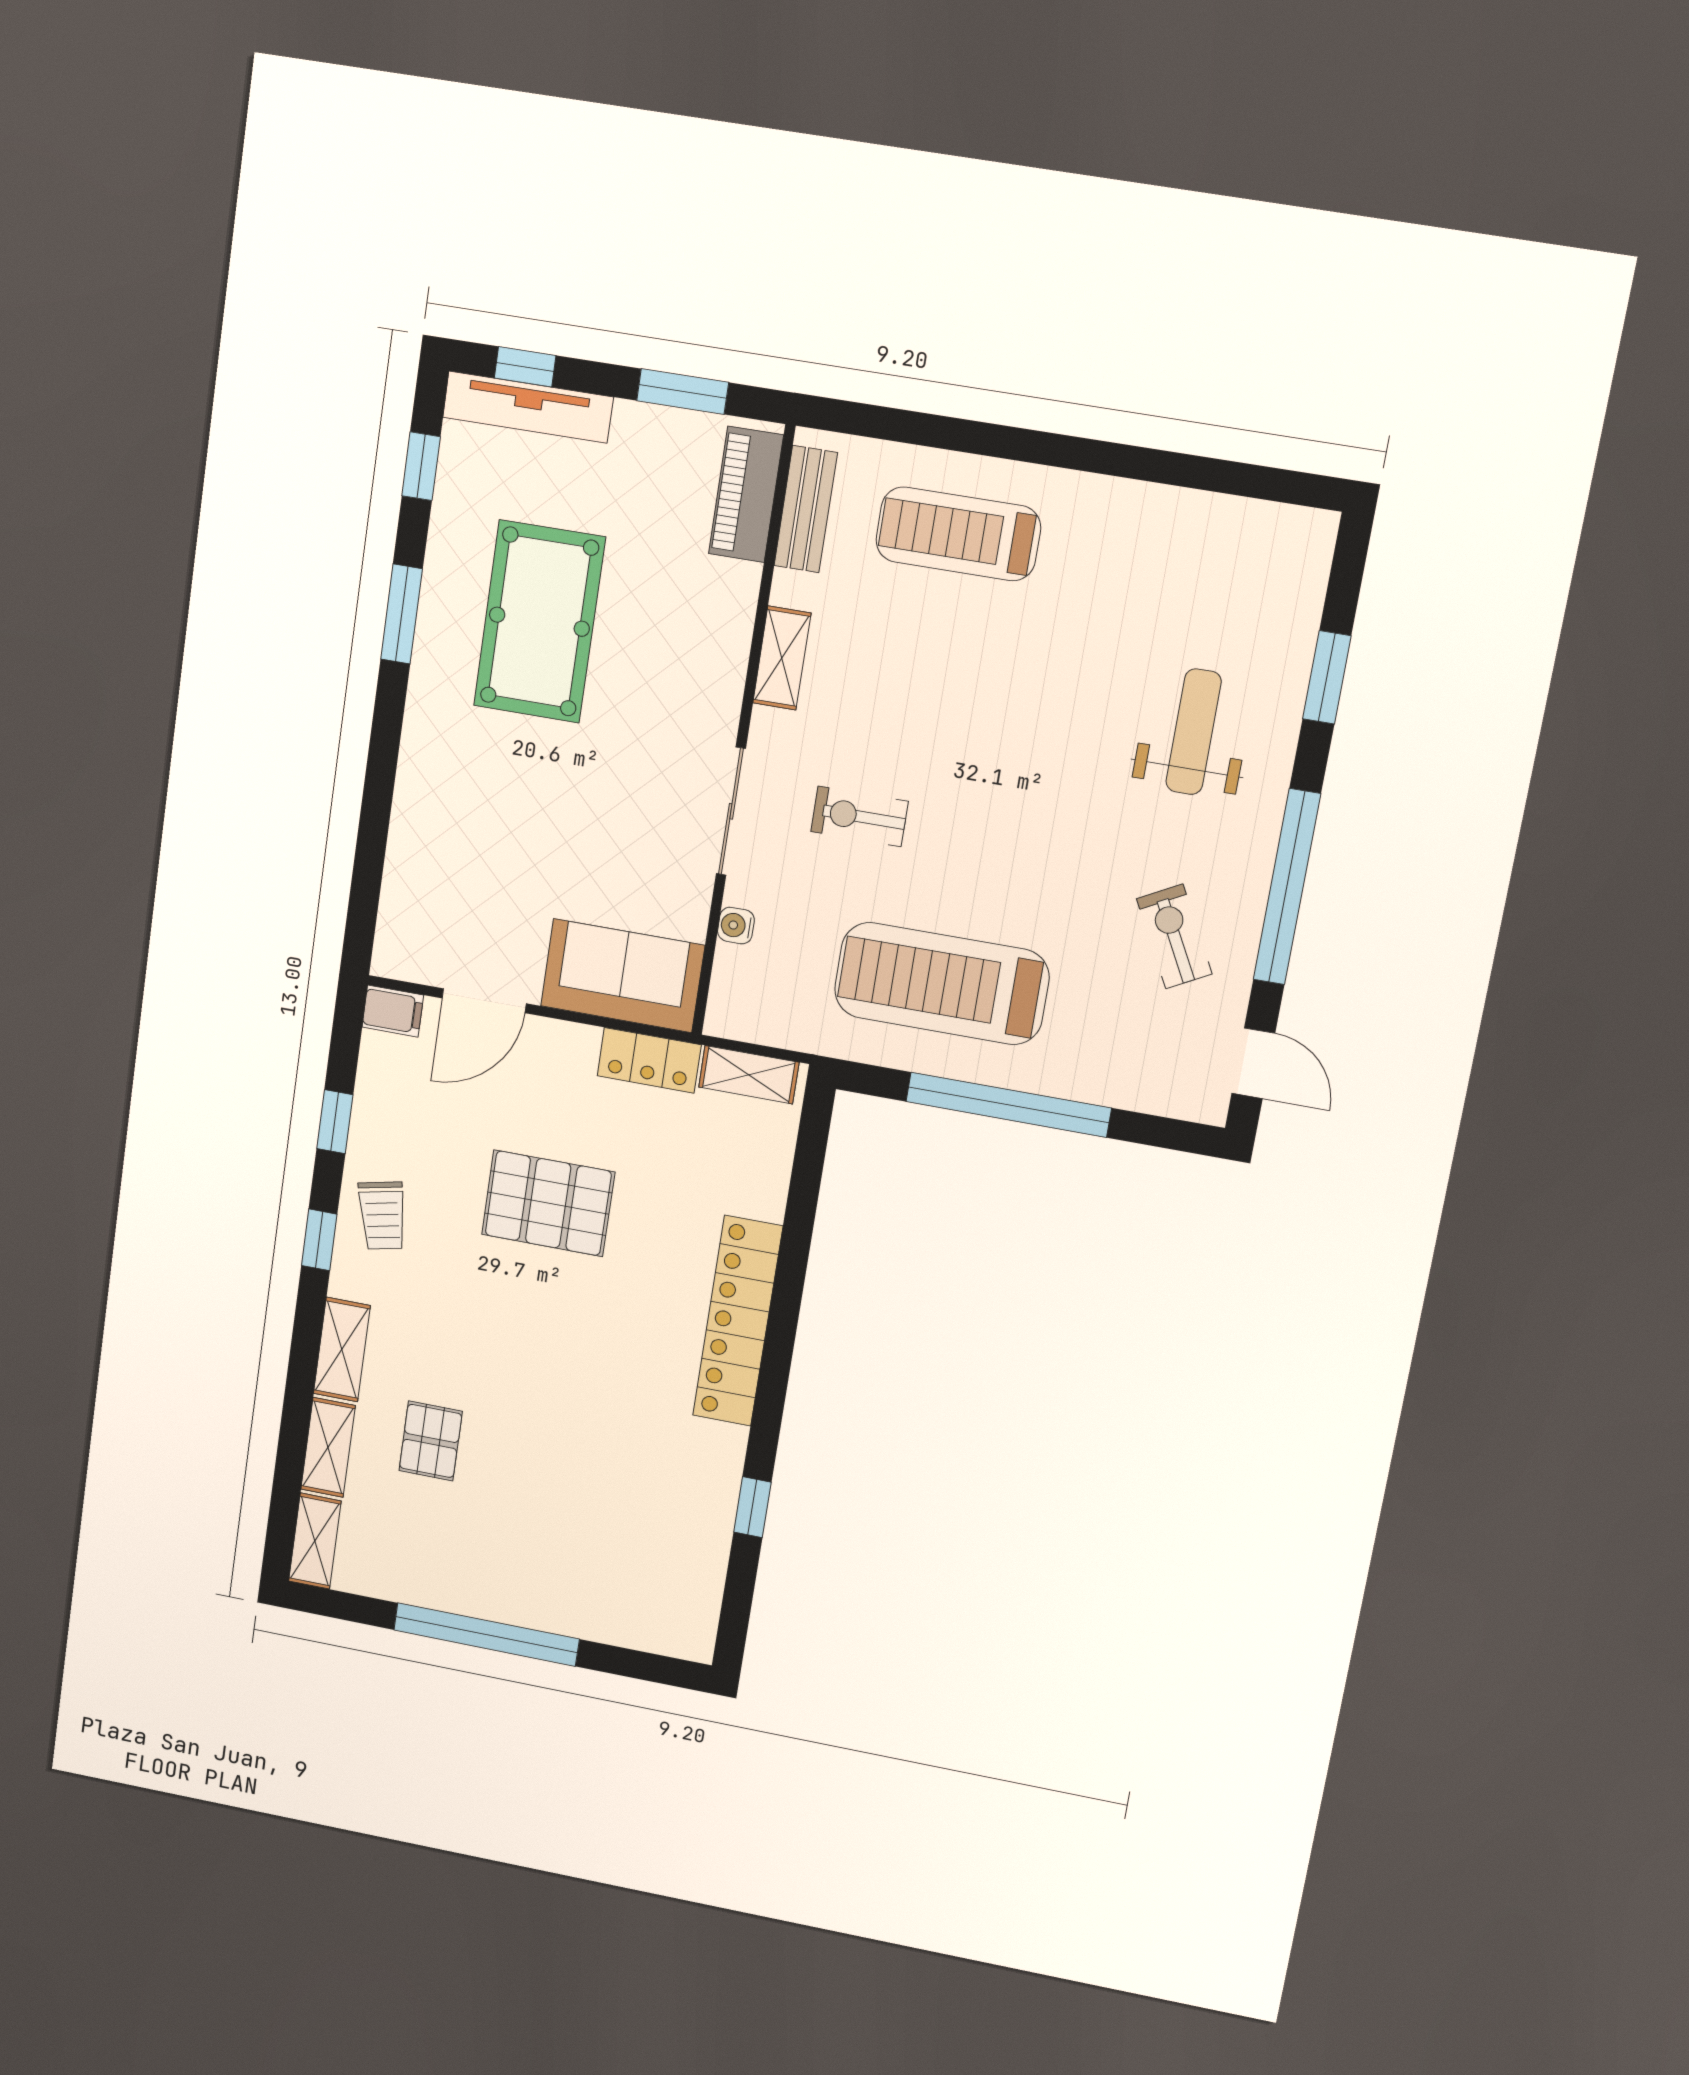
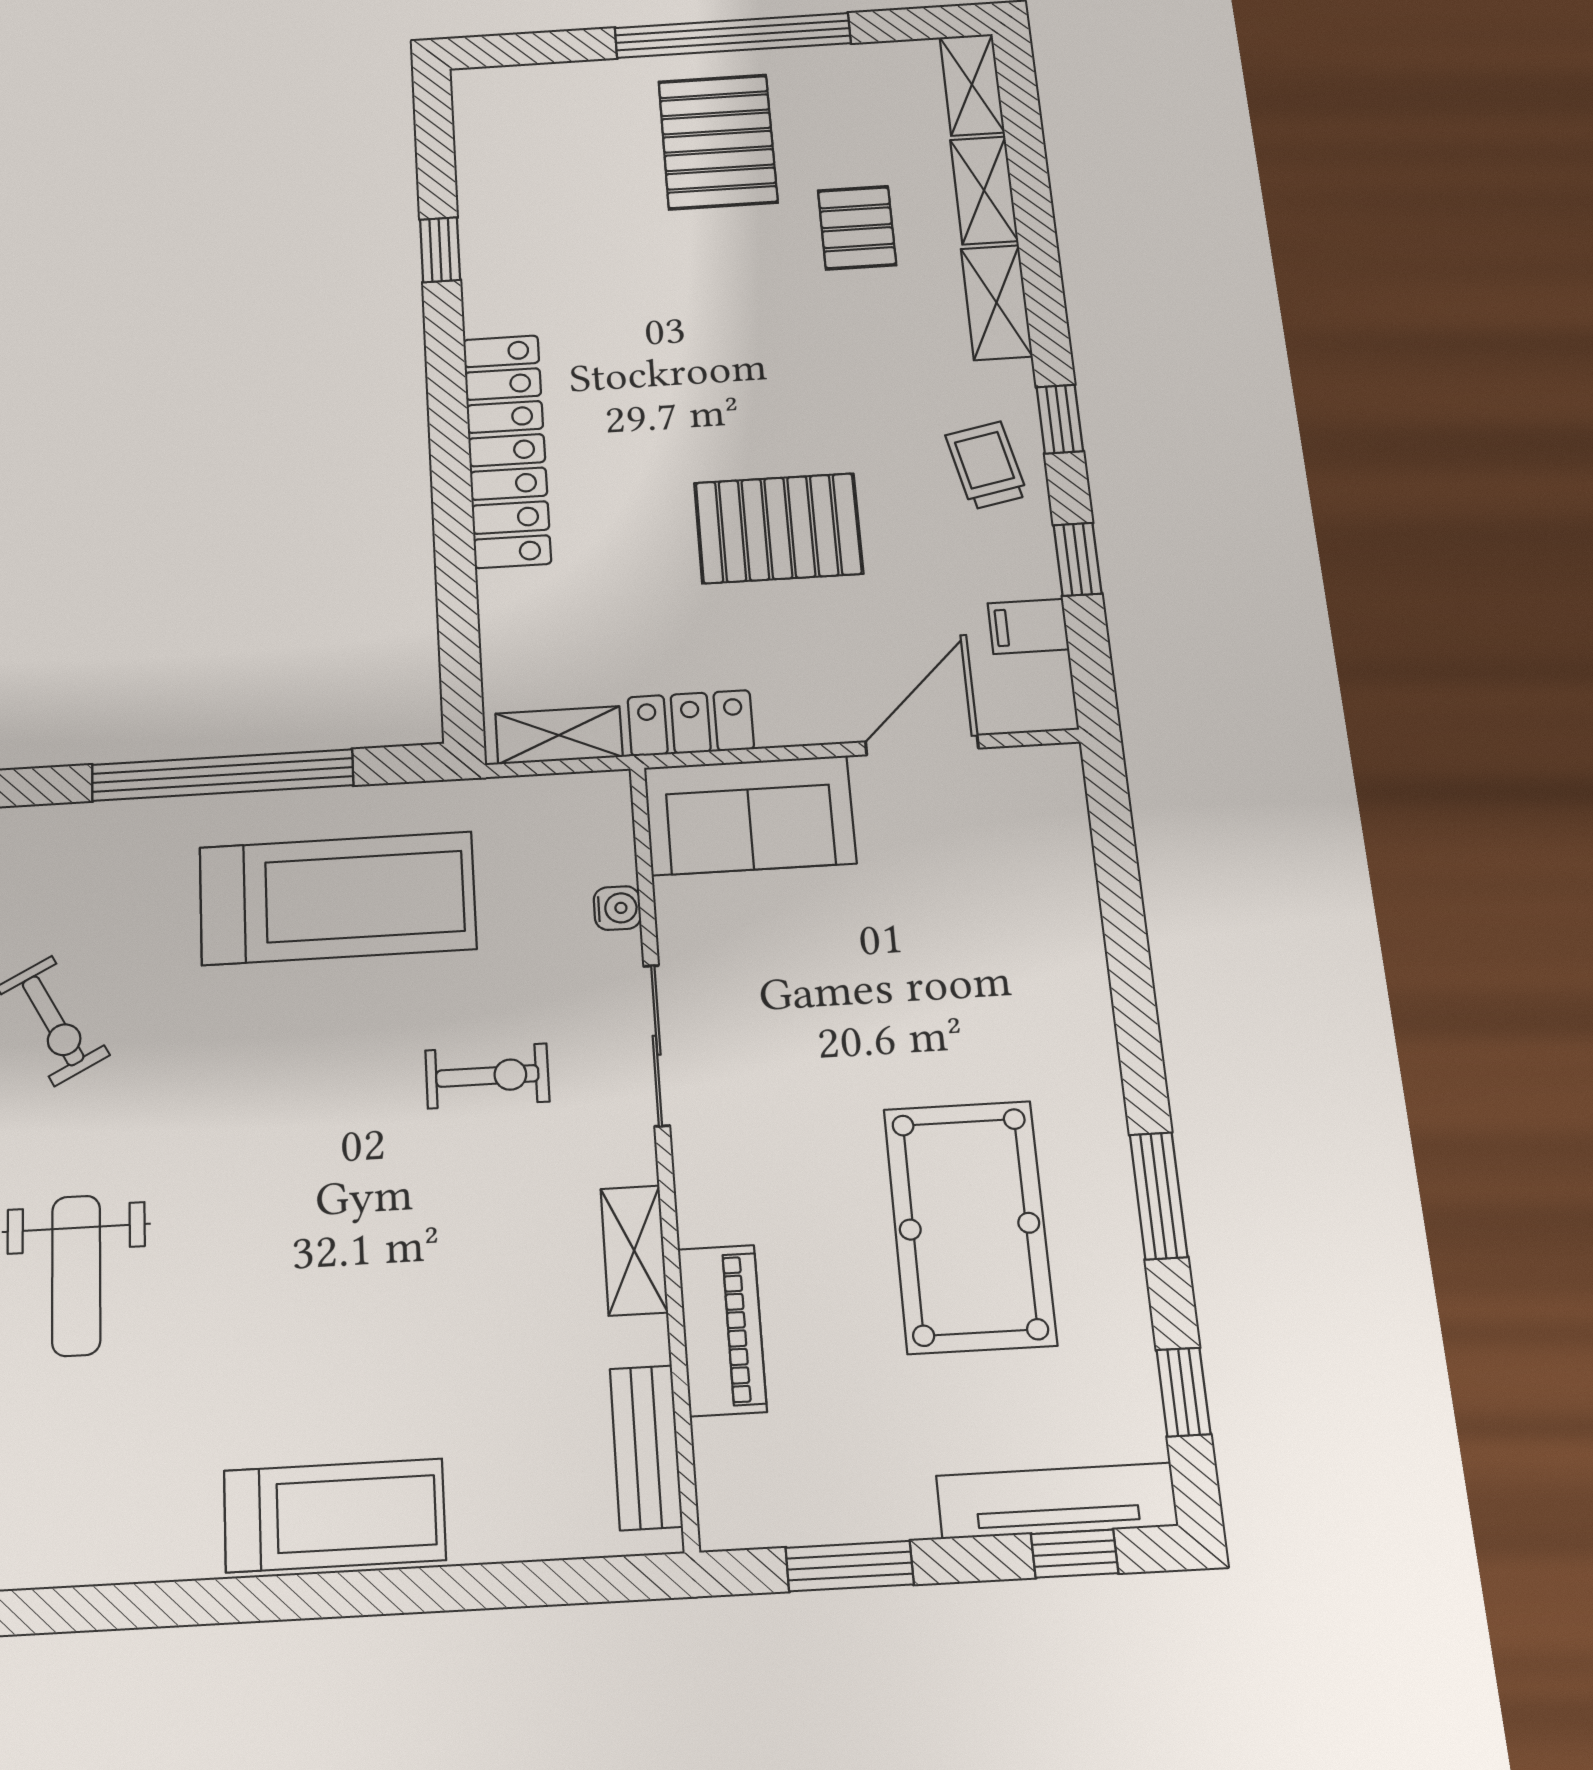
piano: (746, 494) -> (722, 1330), moved
treadmill: (958, 534) -> (334, 1515), moved
filing cabinet: (393, 1011) -> (1028, 626), moved
pallet: (519, 1544) -> (718, 142), added

